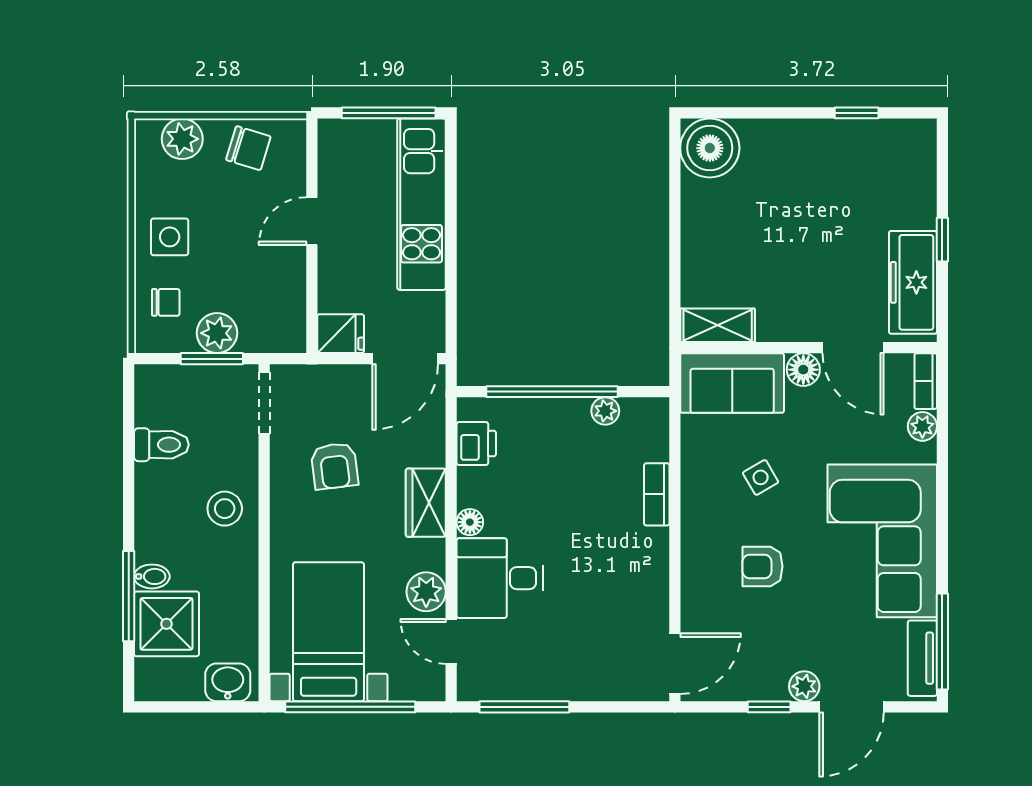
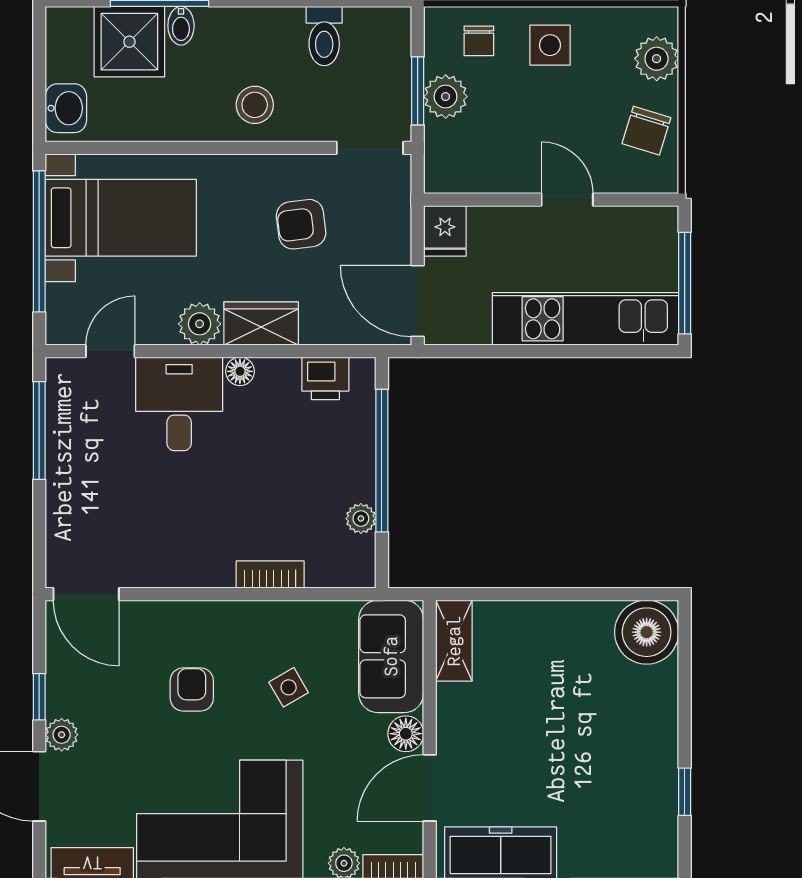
plant: (426, 592) -> (200, 324), moved

